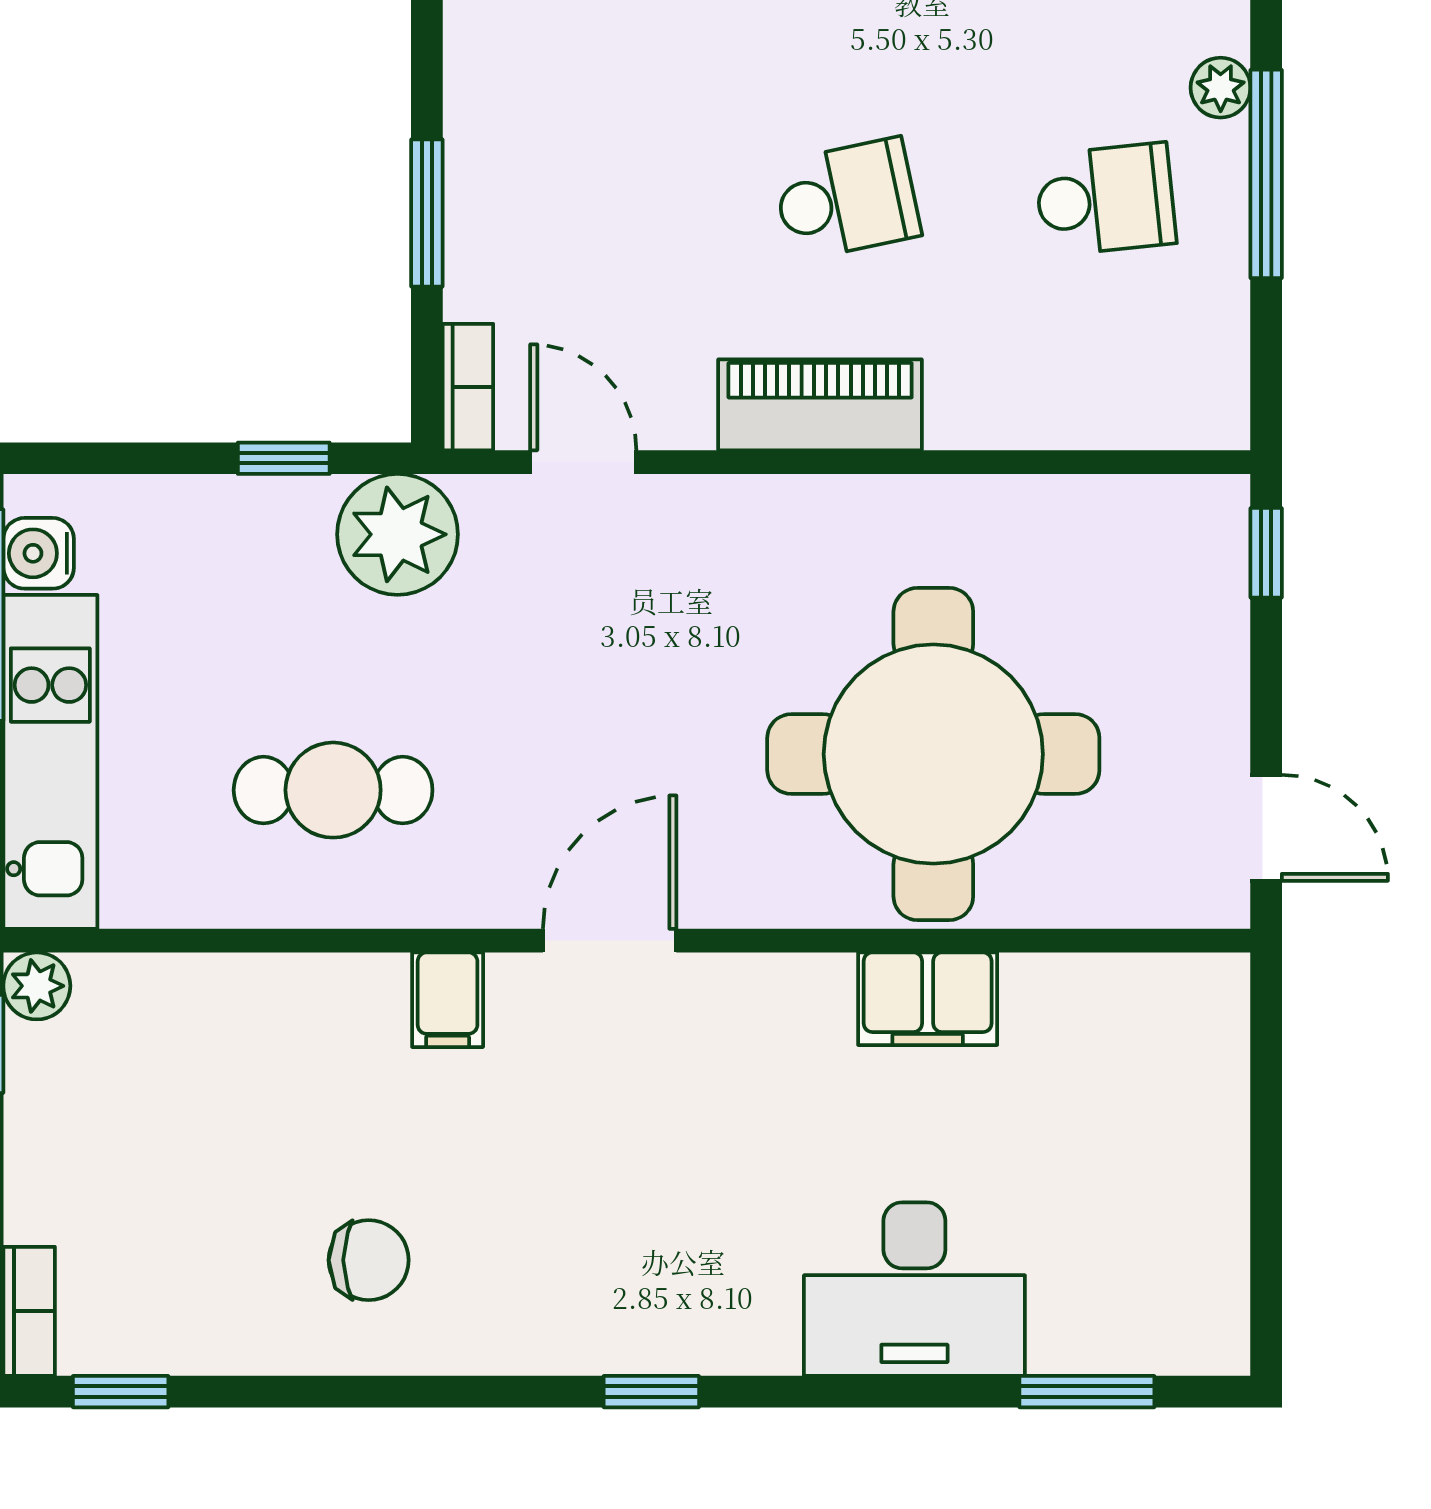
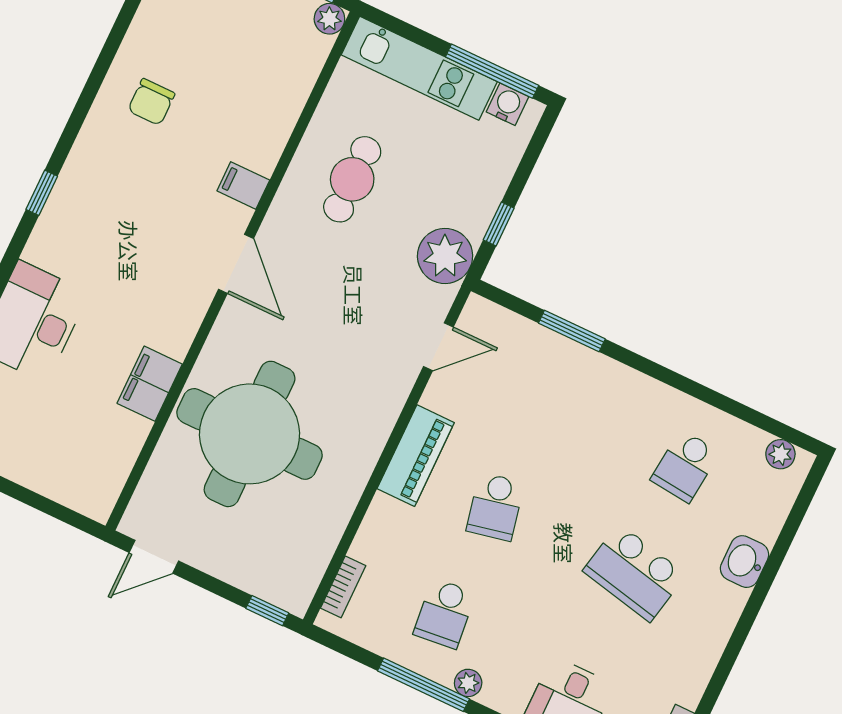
bookcase: (468, 387) -> (343, 587), moved, turned -90

